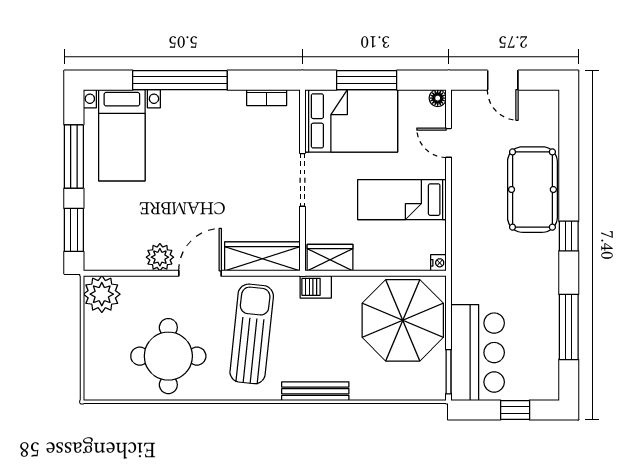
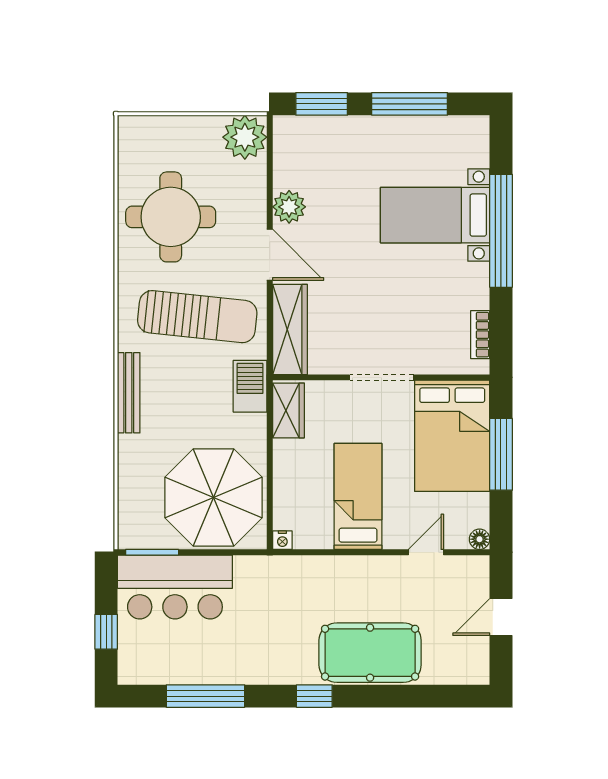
bed with nightstands: (122, 135) -> (435, 215), moved
barbecue: (316, 287) -> (250, 386), width x1.38, depth x1.27

